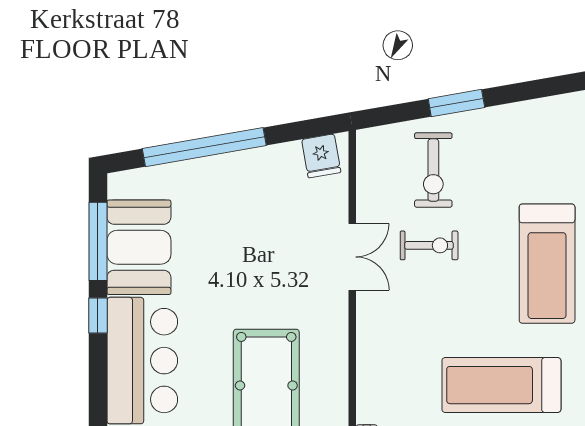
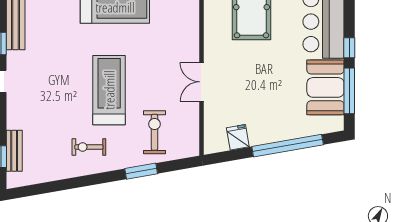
fridge: (321, 156) -> (238, 137), moved
exercise bike: (429, 245) -> (89, 147), moved
treadmill: (547, 264) -> (109, 90), moved

